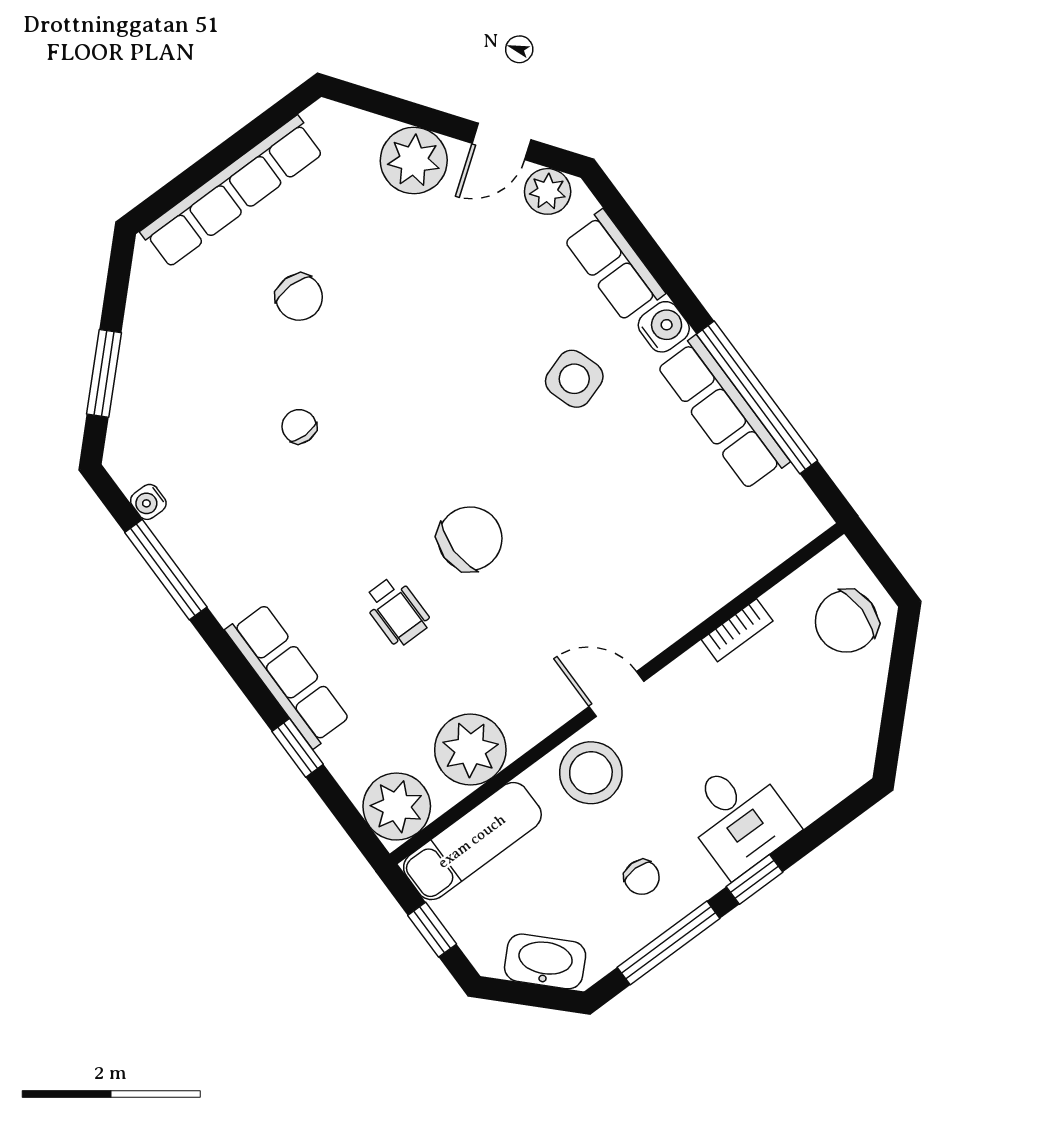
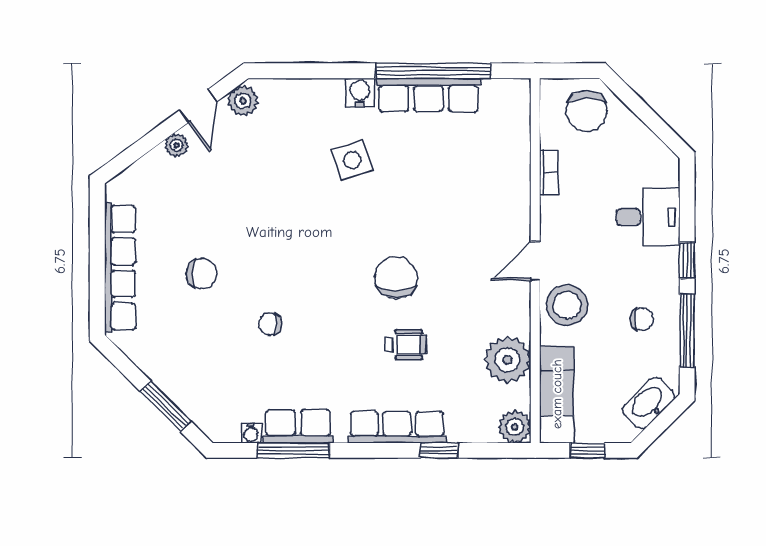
plant: (414, 161) -> (176, 145), width x0.53, depth x0.53
row of seats: (614, 266) -> (298, 426), moved, turned 180
plant: (397, 807) -> (515, 427), width x0.73, depth x0.73
desk: (739, 817) -> (648, 217), moved

